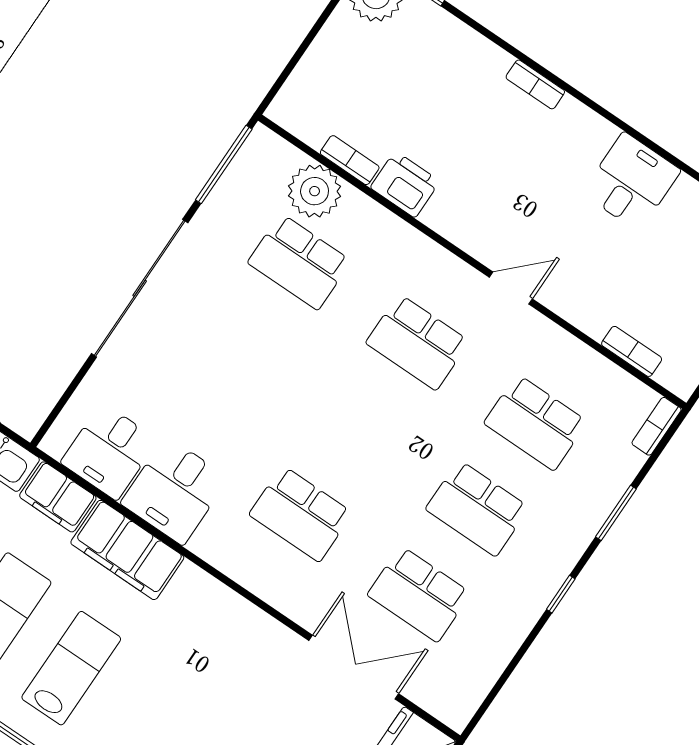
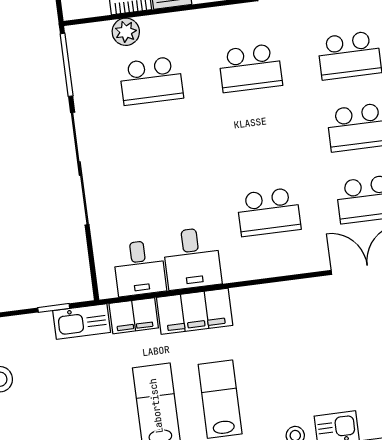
plant: (315, 191) -> (126, 32), width x0.73, depth x0.73

